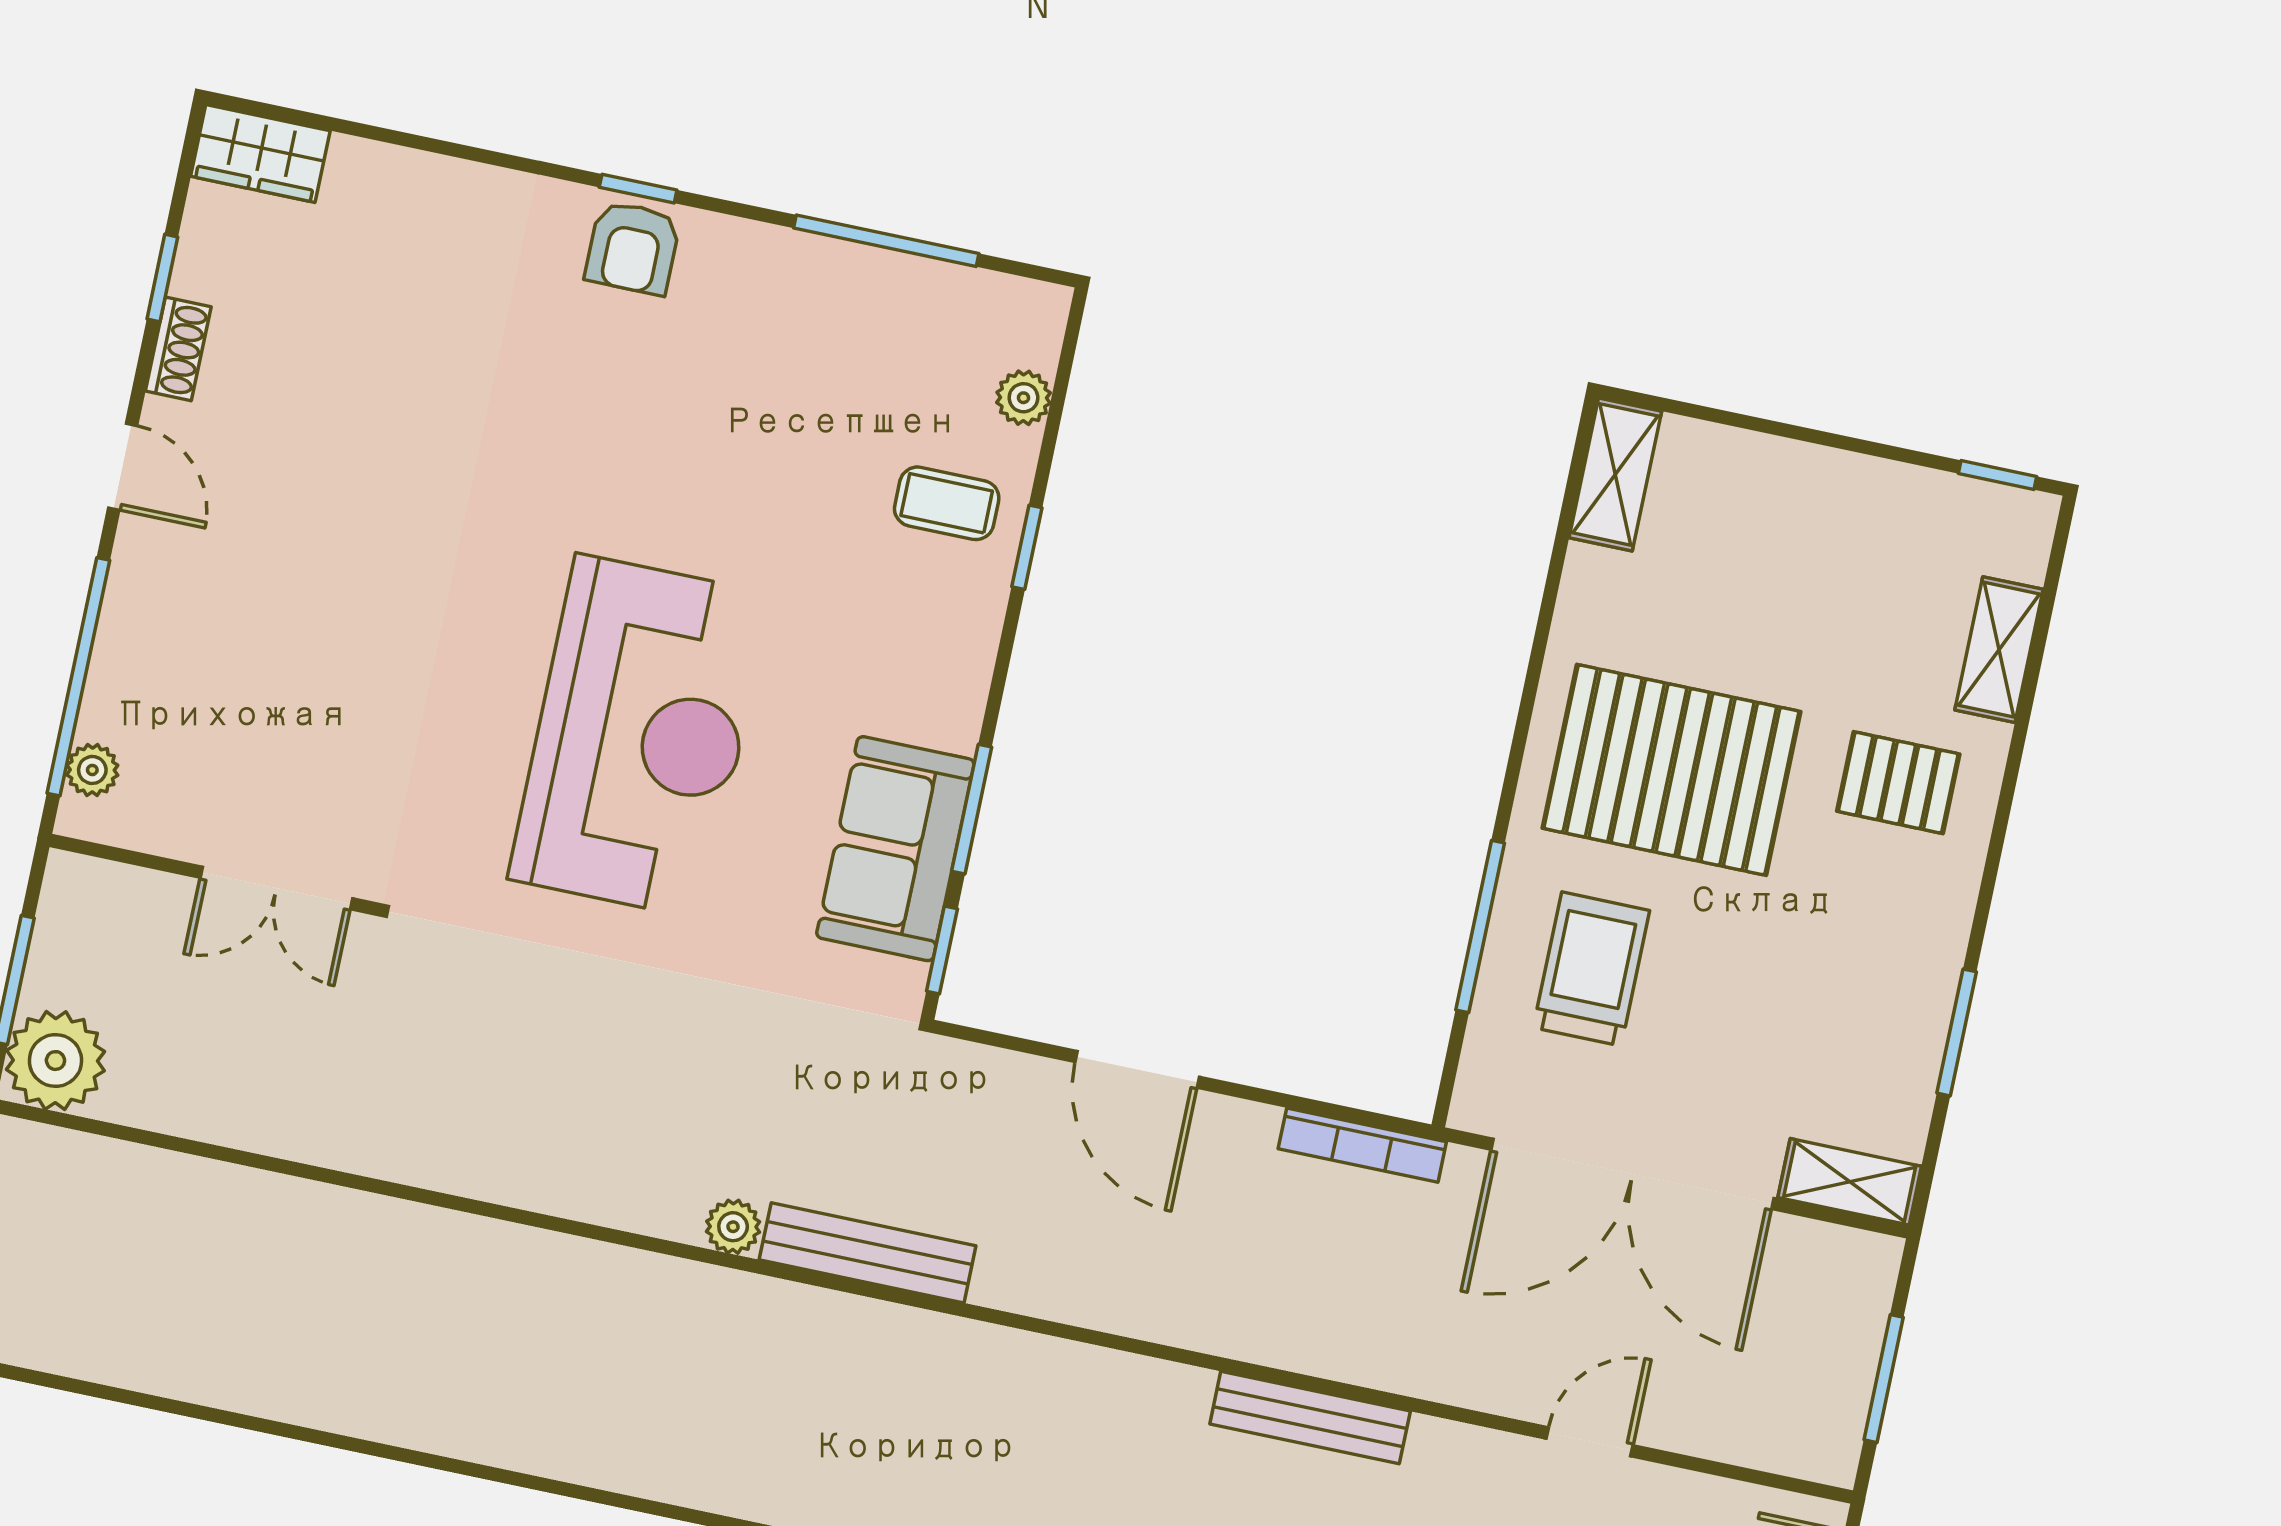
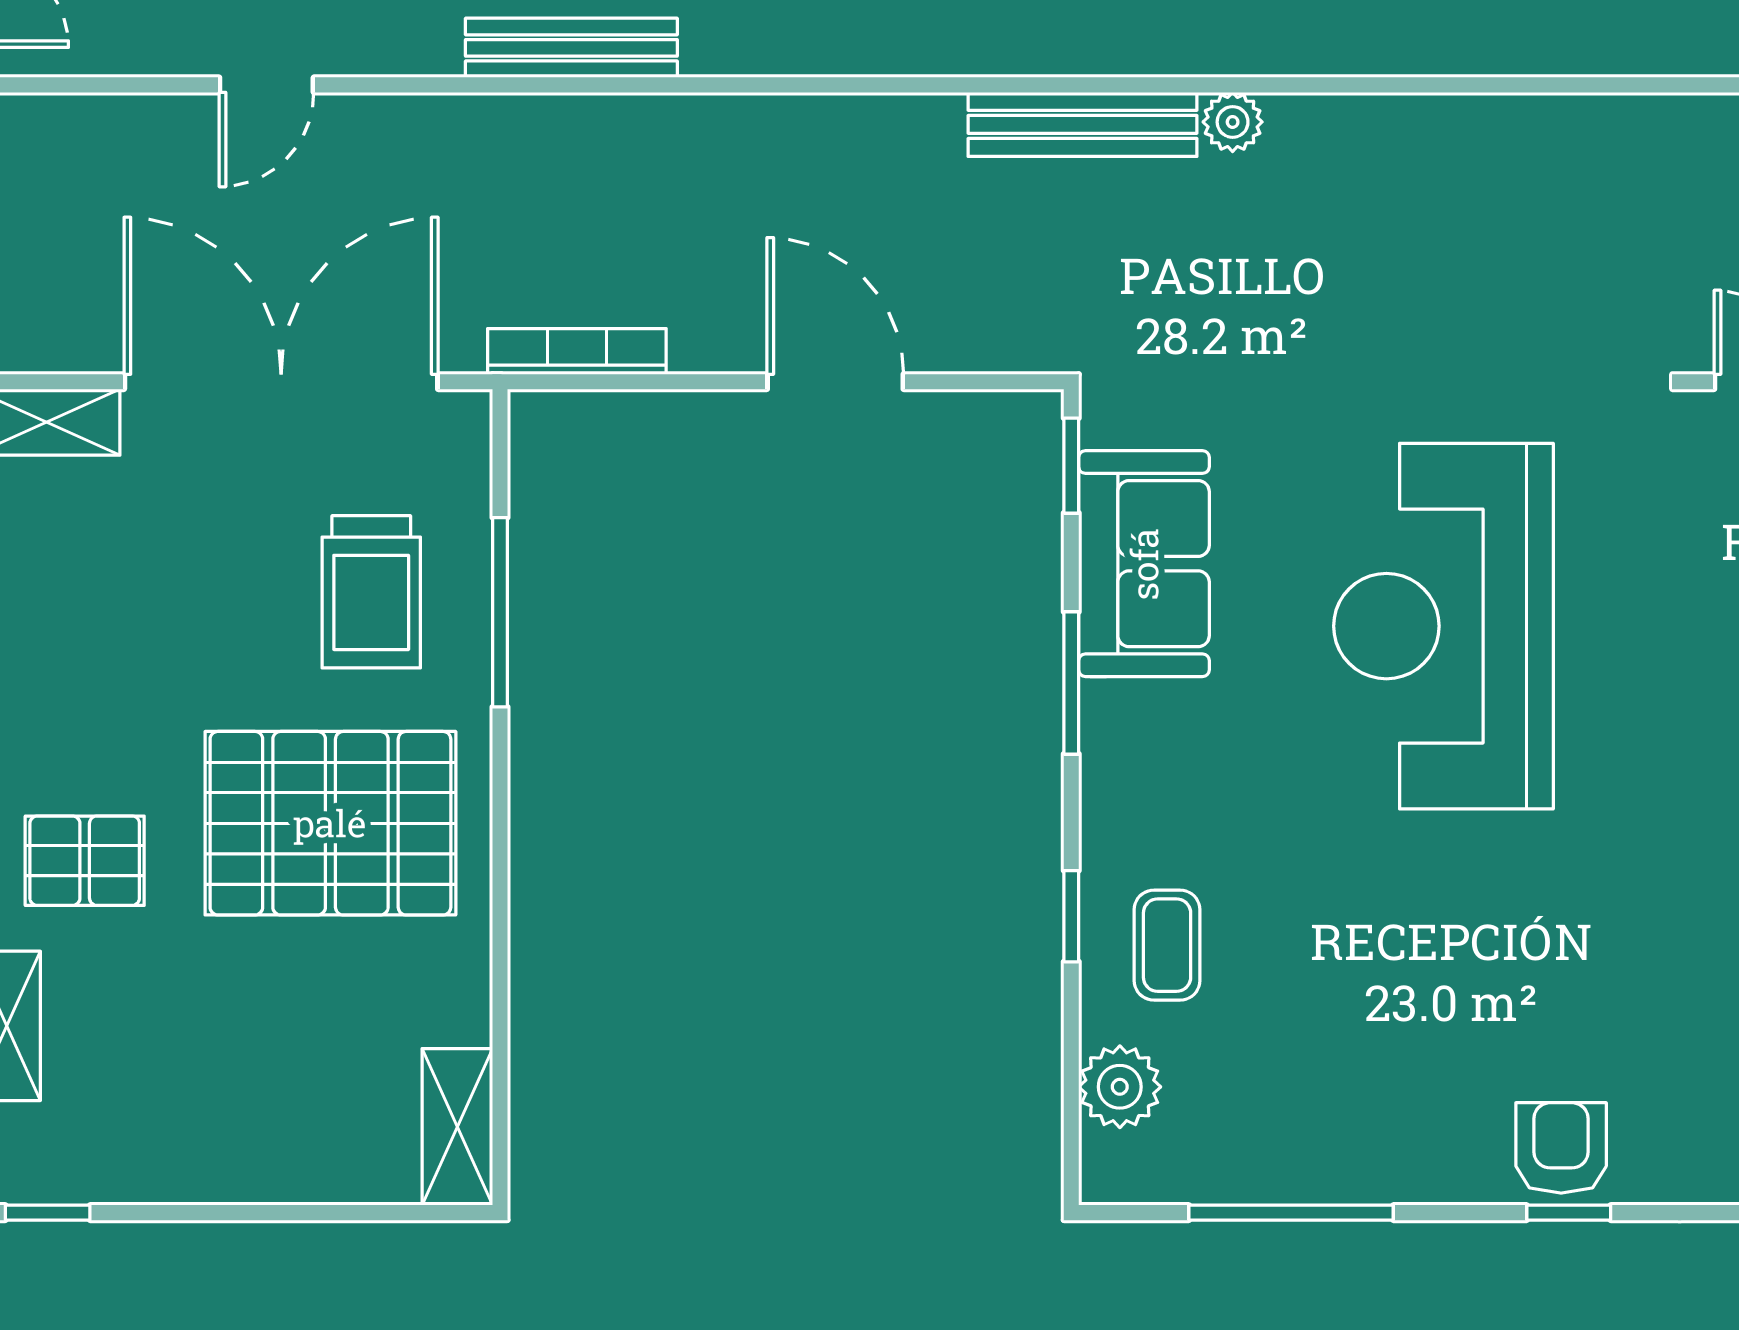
plant: (1023, 398) -> (1120, 1087), width x1.38, depth x1.38
coffee table: (947, 503) -> (1167, 945), turned 90
window: (972, 809) -> (1071, 683), moved

